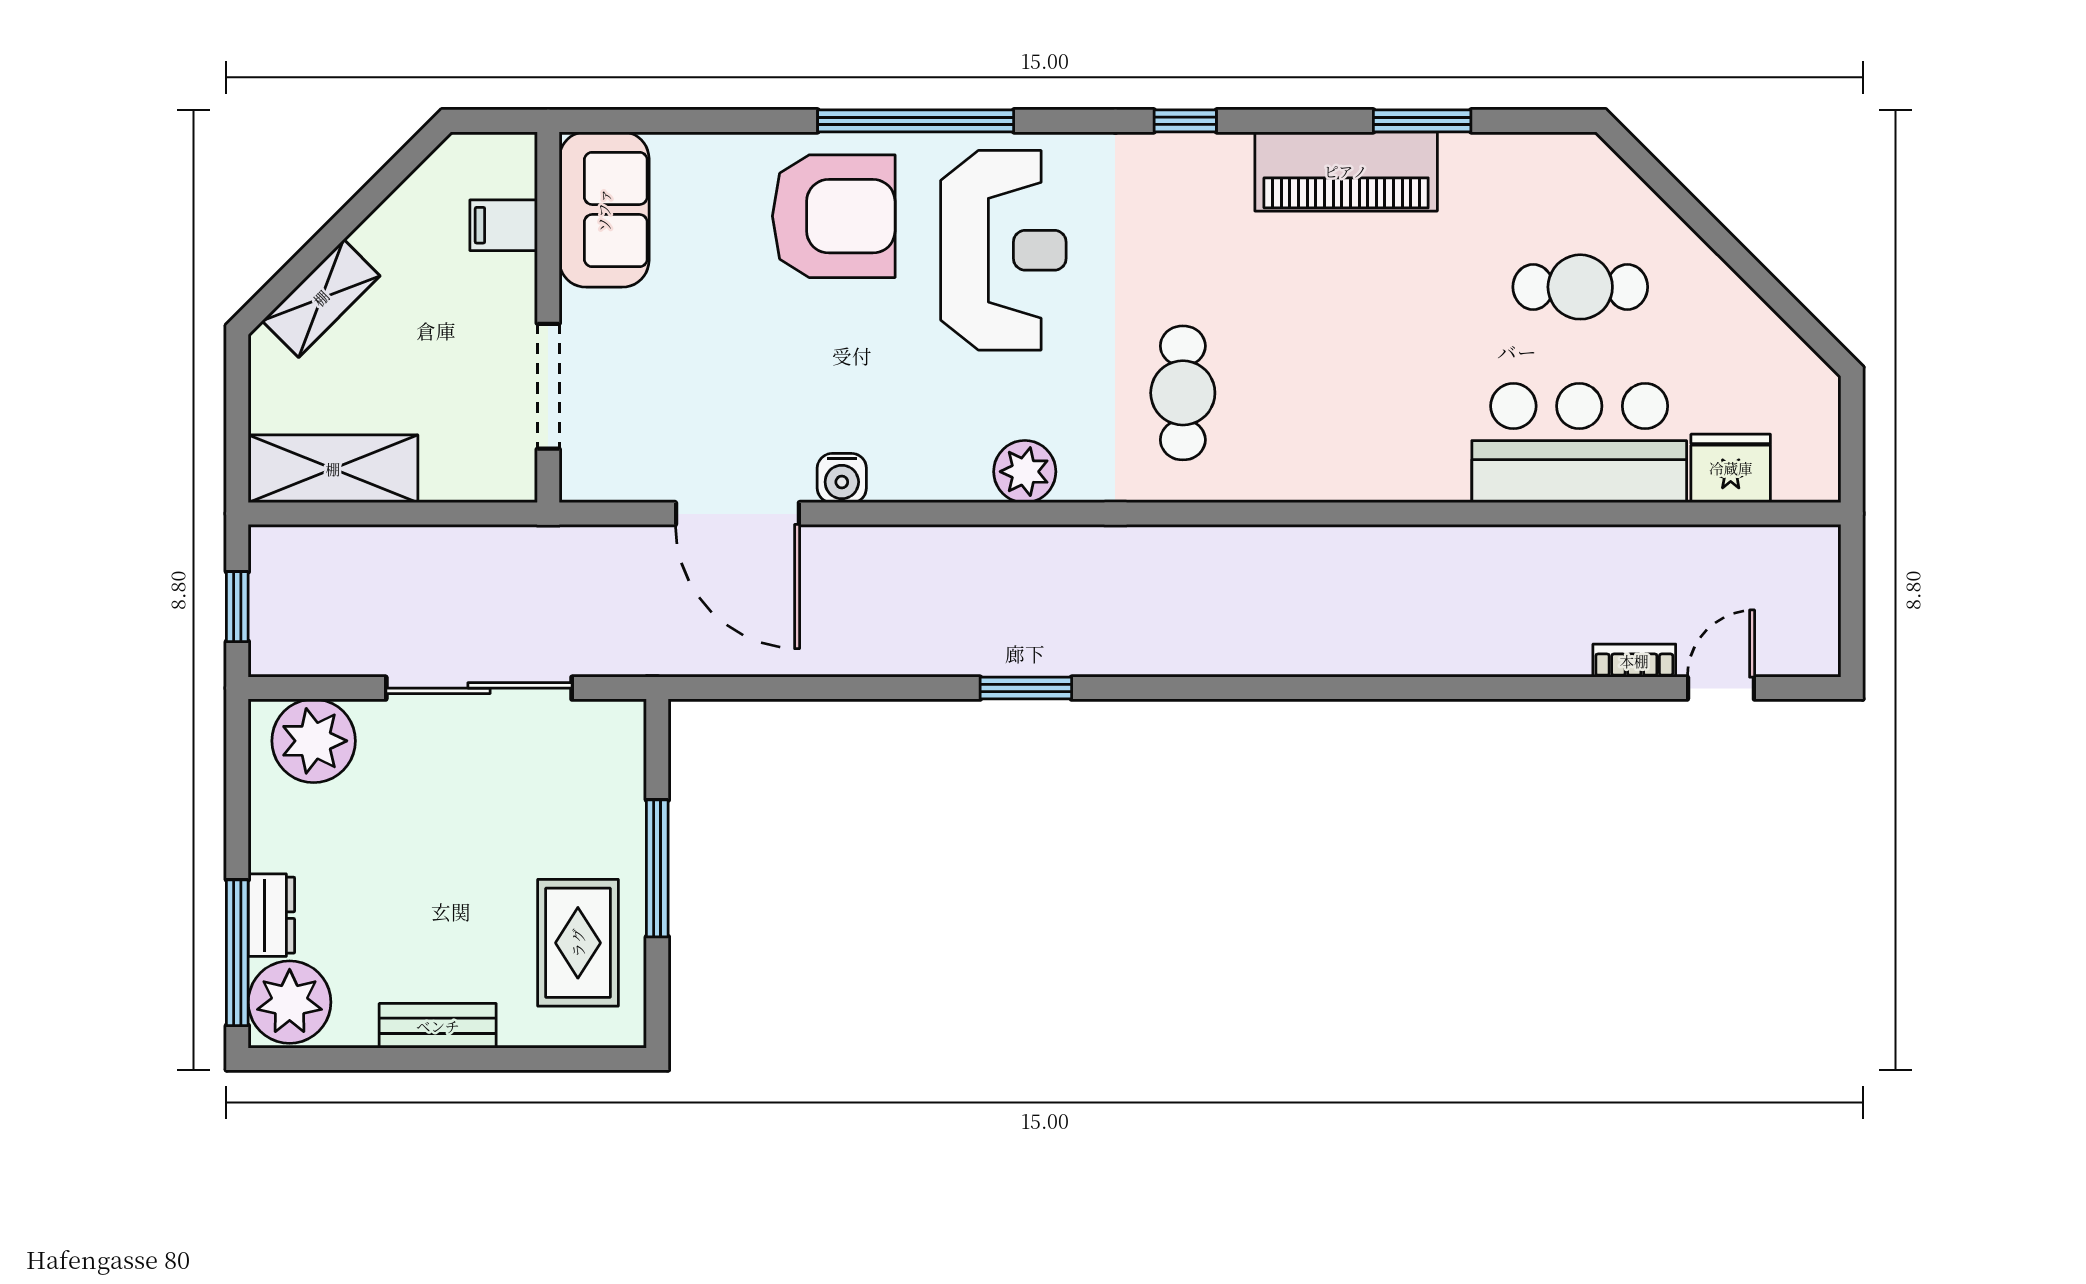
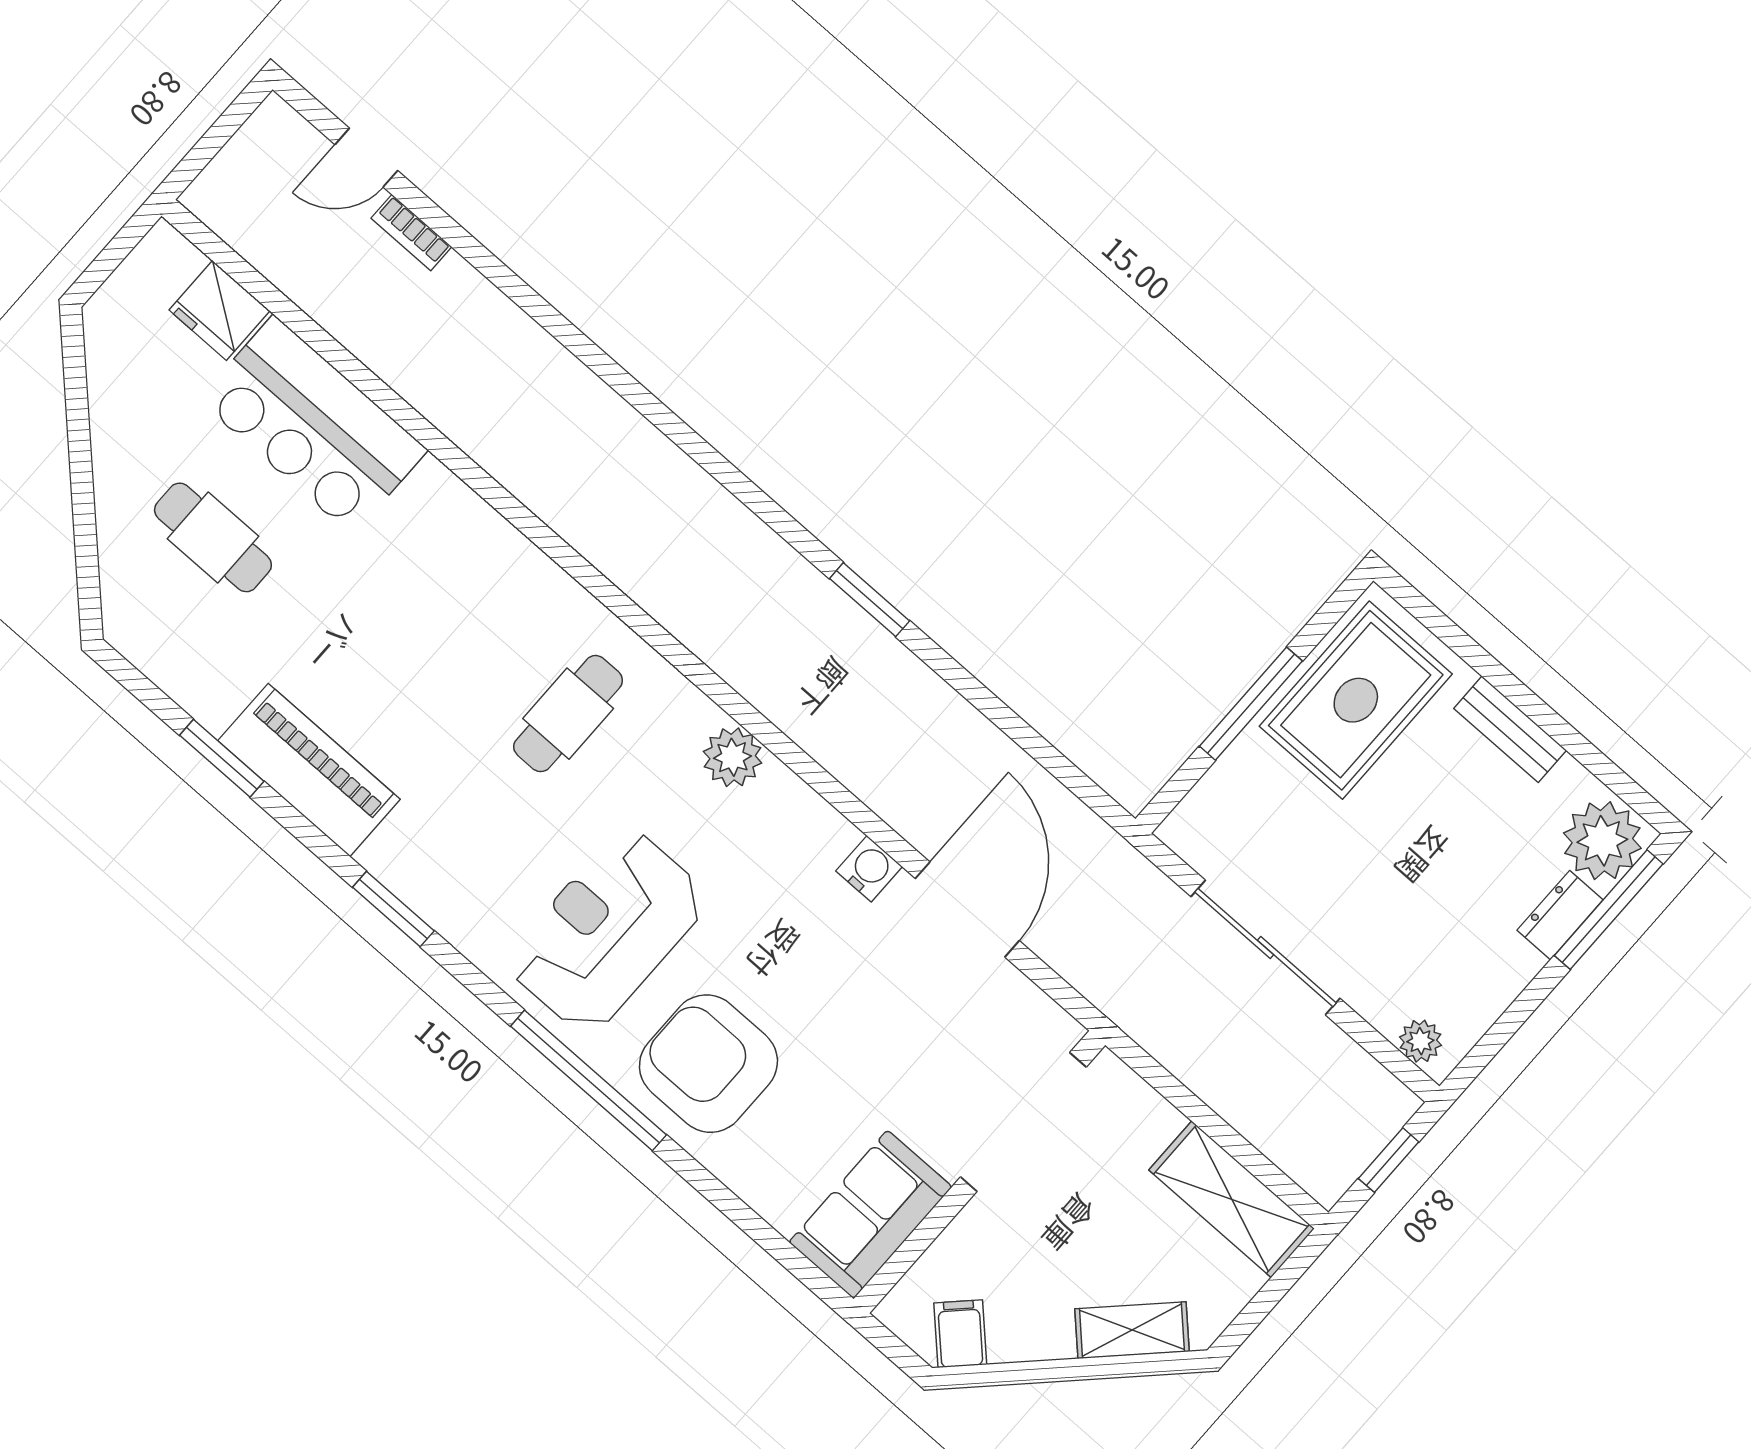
window: (1185, 121) -> (393, 909), width x1.50
filing cabinet: (504, 225) -> (960, 1334), moved, turned -135
doorway: (548, 386) -> (1023, 1122), width x1.36
plant: (314, 741) -> (1420, 1041), width x0.53, depth x0.53
rug: (578, 943) -> (1356, 700), width x1.36, depth x1.43

